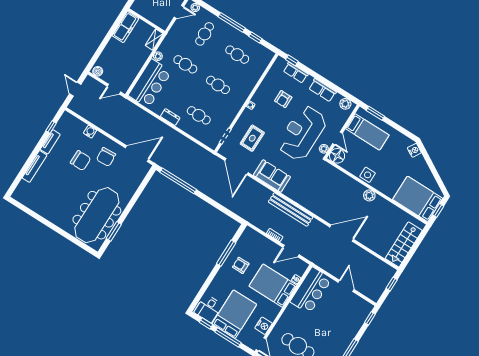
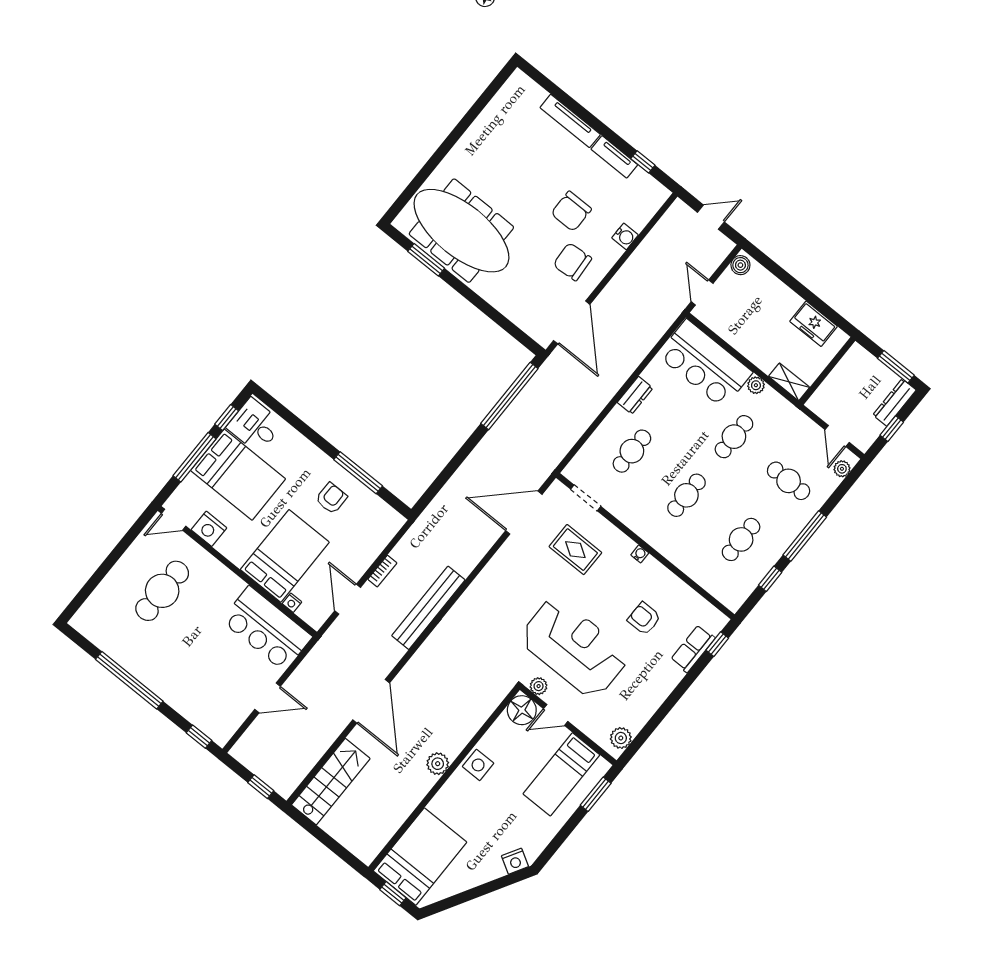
freezer: (125, 27) -> (814, 324), width x0.71
row of seats: (322, 90) -> (652, 697), removed
sofa: (272, 176) -> (498, 579), removed
stairs: (404, 244) -> (331, 782), moved, turned 90

